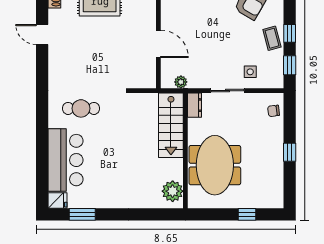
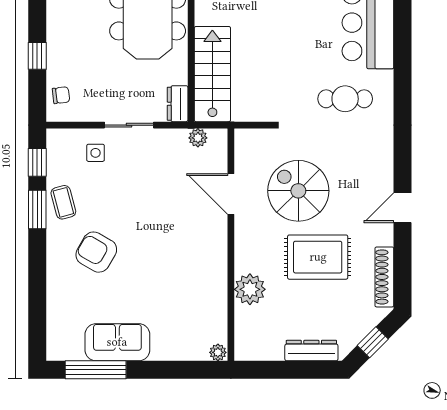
window: (290, 33) -> (37, 210), width x1.50
door: (42, 35) -> (402, 208), swing flipped
spiral stairs: (113, 46) -> (298, 191), added
window: (290, 152) -> (37, 56), moved

